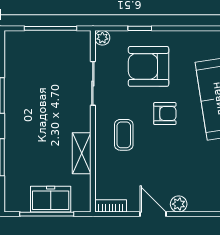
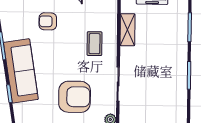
armchair: (165, 114) -> (48, 21), moved

